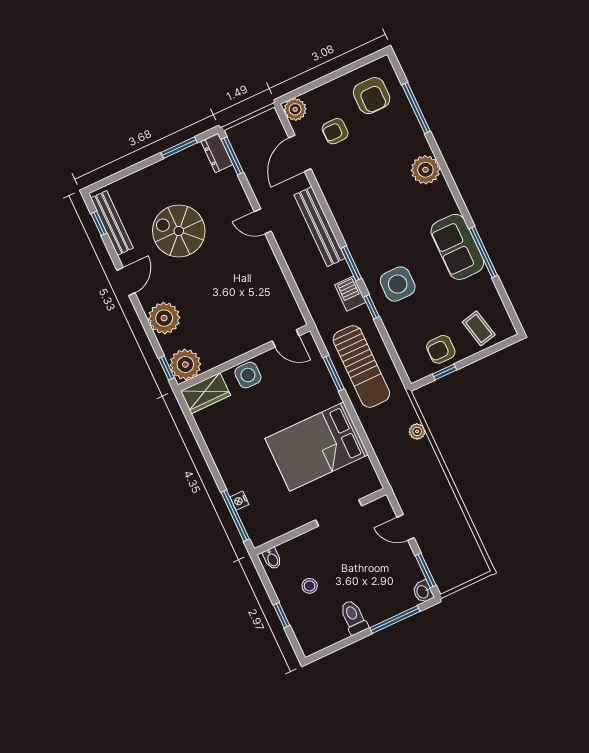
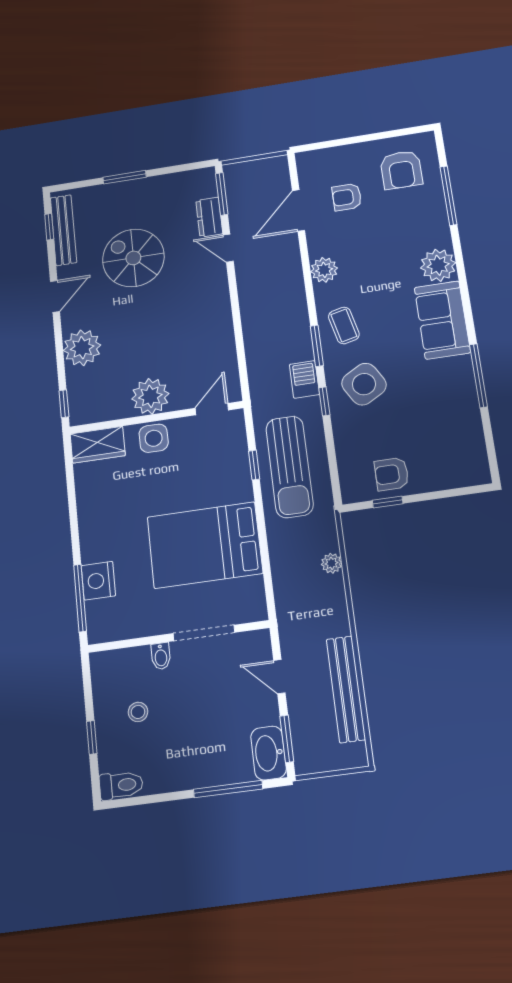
plant: (295, 109) -> (324, 270), moved
window: (179, 148) -> (124, 177), moved
dresser: (217, 153) -> (209, 217), moved
door: (263, 221) -> (228, 248), moved
bench: (320, 227) -> (346, 689), moved
sofa: (457, 247) -> (442, 320), moved
side table: (398, 284) -> (364, 384), turned -30
coffee table: (479, 328) -> (344, 325), moved
door: (286, 338) -> (212, 409), swing flipped
plant: (185, 365) -> (150, 396), moved
window: (334, 373) -> (254, 465), width x0.67
nightstand: (239, 501) -> (98, 581), width x1.89, depth x1.79
bidet: (272, 559) -> (161, 656), moved
washbasin: (423, 592) -> (269, 753), width x1.91, depth x1.45
toilet: (354, 617) -> (121, 785), moved, turned 90

